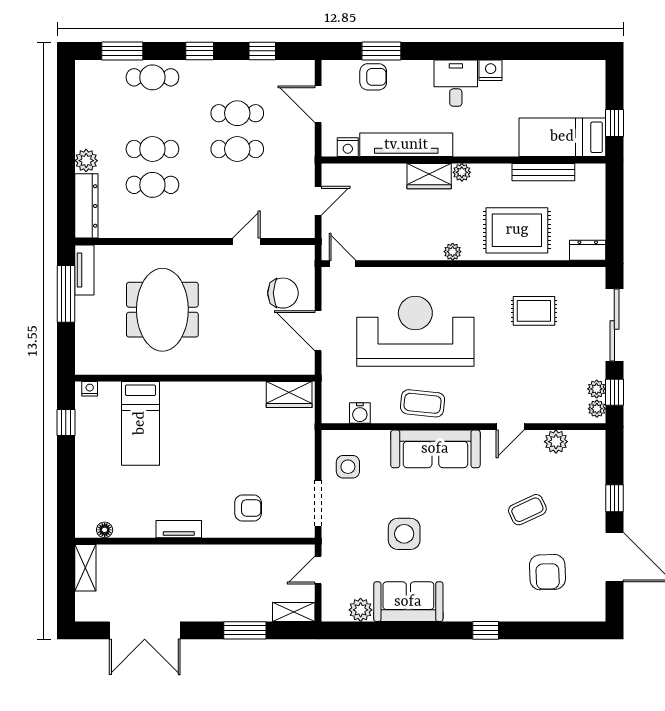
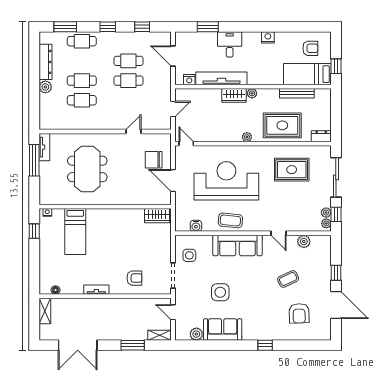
armchair: (373, 77) -> (310, 48), moved
desk: (456, 83) -> (230, 44), moved
dresser: (86, 206) -> (45, 62), moved
chair: (283, 293) -> (154, 160), turned 180
rug: (534, 311) -> (292, 170), width x1.36, depth x1.43
door: (510, 427) -> (279, 233), hinge flipped
door: (318, 570) -> (173, 312), hinge flipped

